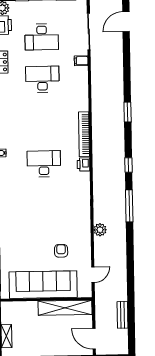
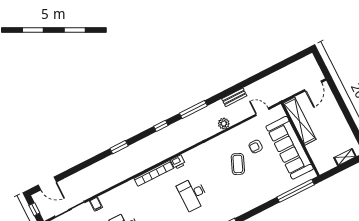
coffee table: (52, 224) -> (238, 164), added
bench: (122, 315) -> (234, 97), moved

